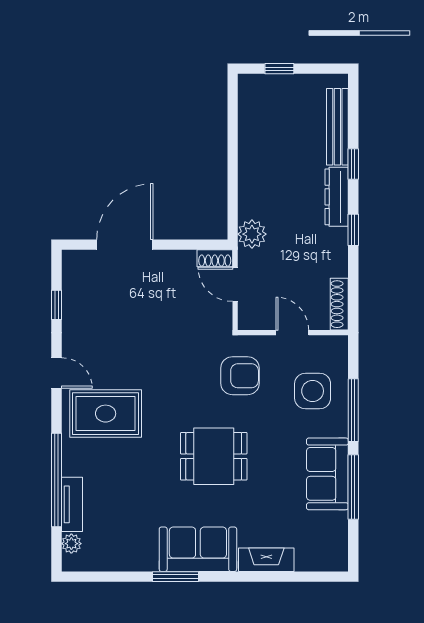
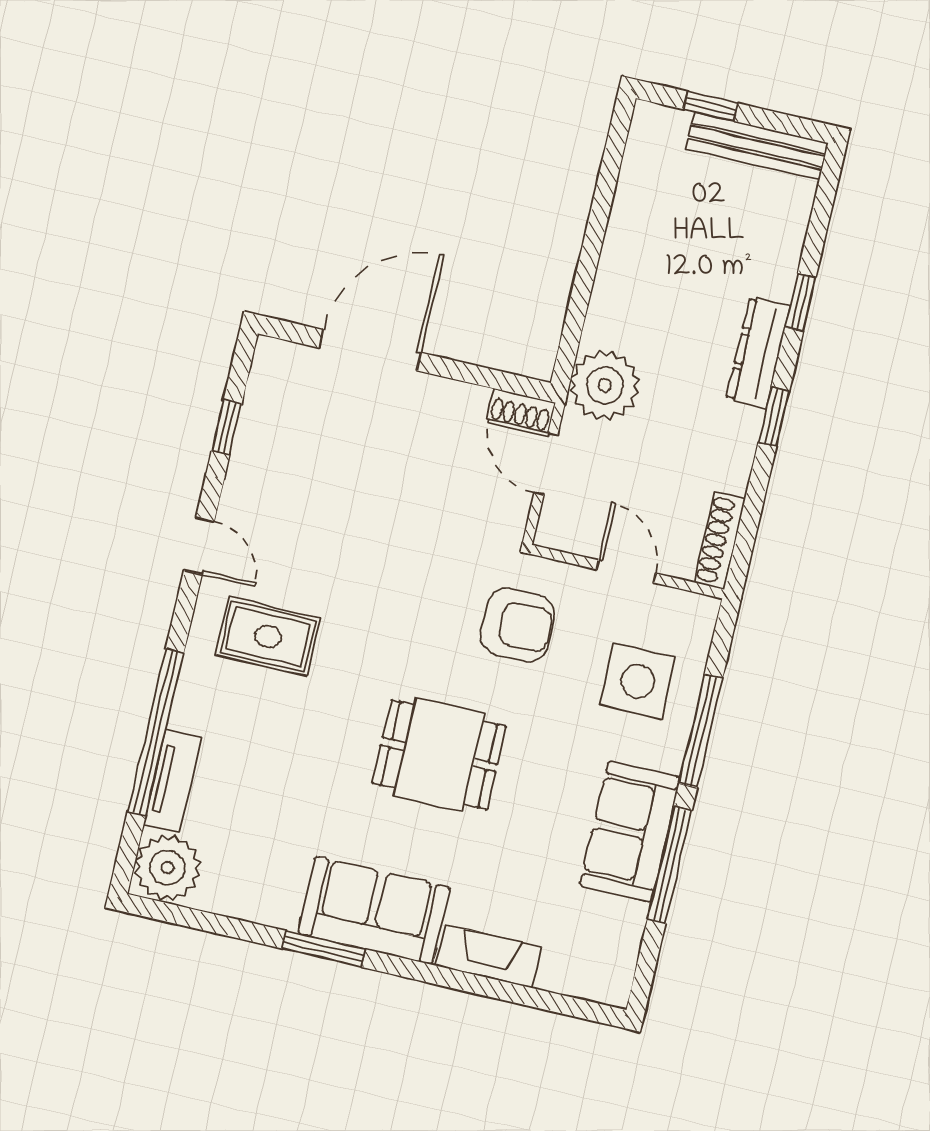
bench: (337, 127) -> (757, 146), moved, turned 90
plant: (252, 234) -> (605, 385), width x1.36, depth x1.36
rug: (106, 414) -> (268, 636), width x0.73, depth x0.70
plant: (71, 544) -> (167, 868), width x1.88, depth x1.88

